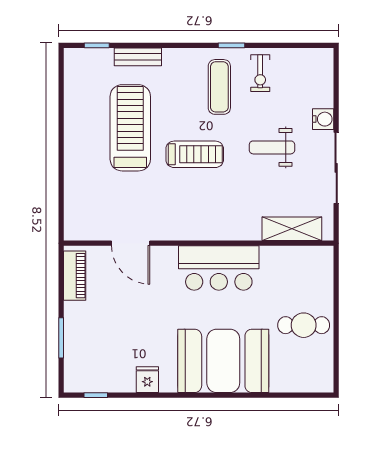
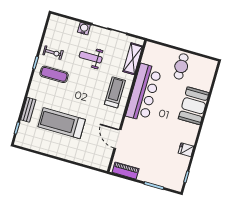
weight bench: (272, 147) -> (91, 57), turned 90
treadmill: (195, 154) -> (115, 92), moved
door: (131, 243) -> (118, 139), swing flipped
bar counter: (219, 268) -> (144, 93), width x1.36
booth: (223, 361) -> (194, 106), width x0.73, depth x0.70

